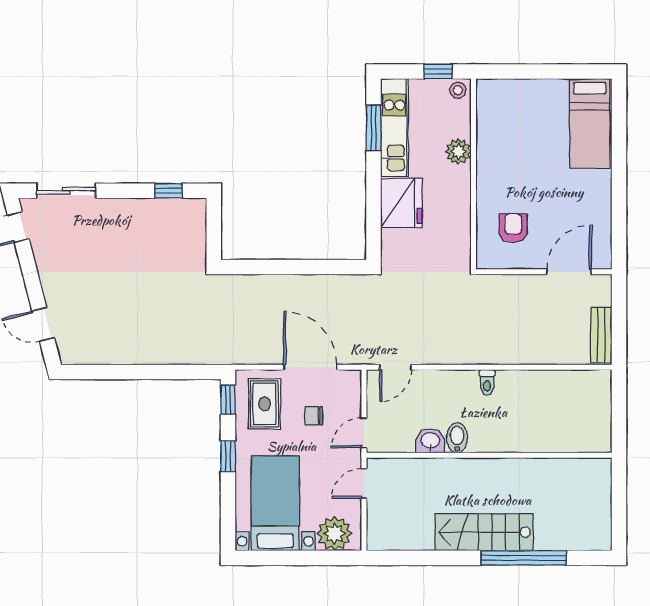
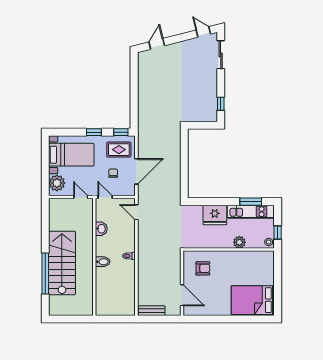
bed: (590, 123) -> (253, 300), width x1.50
bidet: (457, 438) -> (103, 262), moved
stairs: (484, 532) -> (62, 263), width x1.36, depth x1.51

